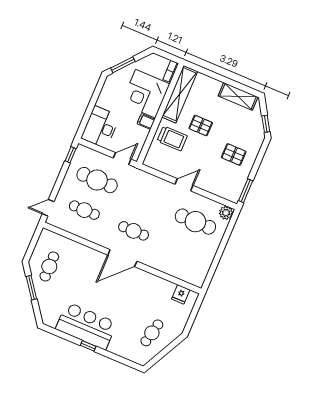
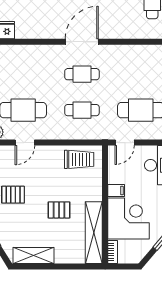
trolley: (172, 138) -> (79, 159), moved, turned 180
door: (184, 185) -> (25, 143), moved
cafe table: (84, 210) -> (82, 110), moved

